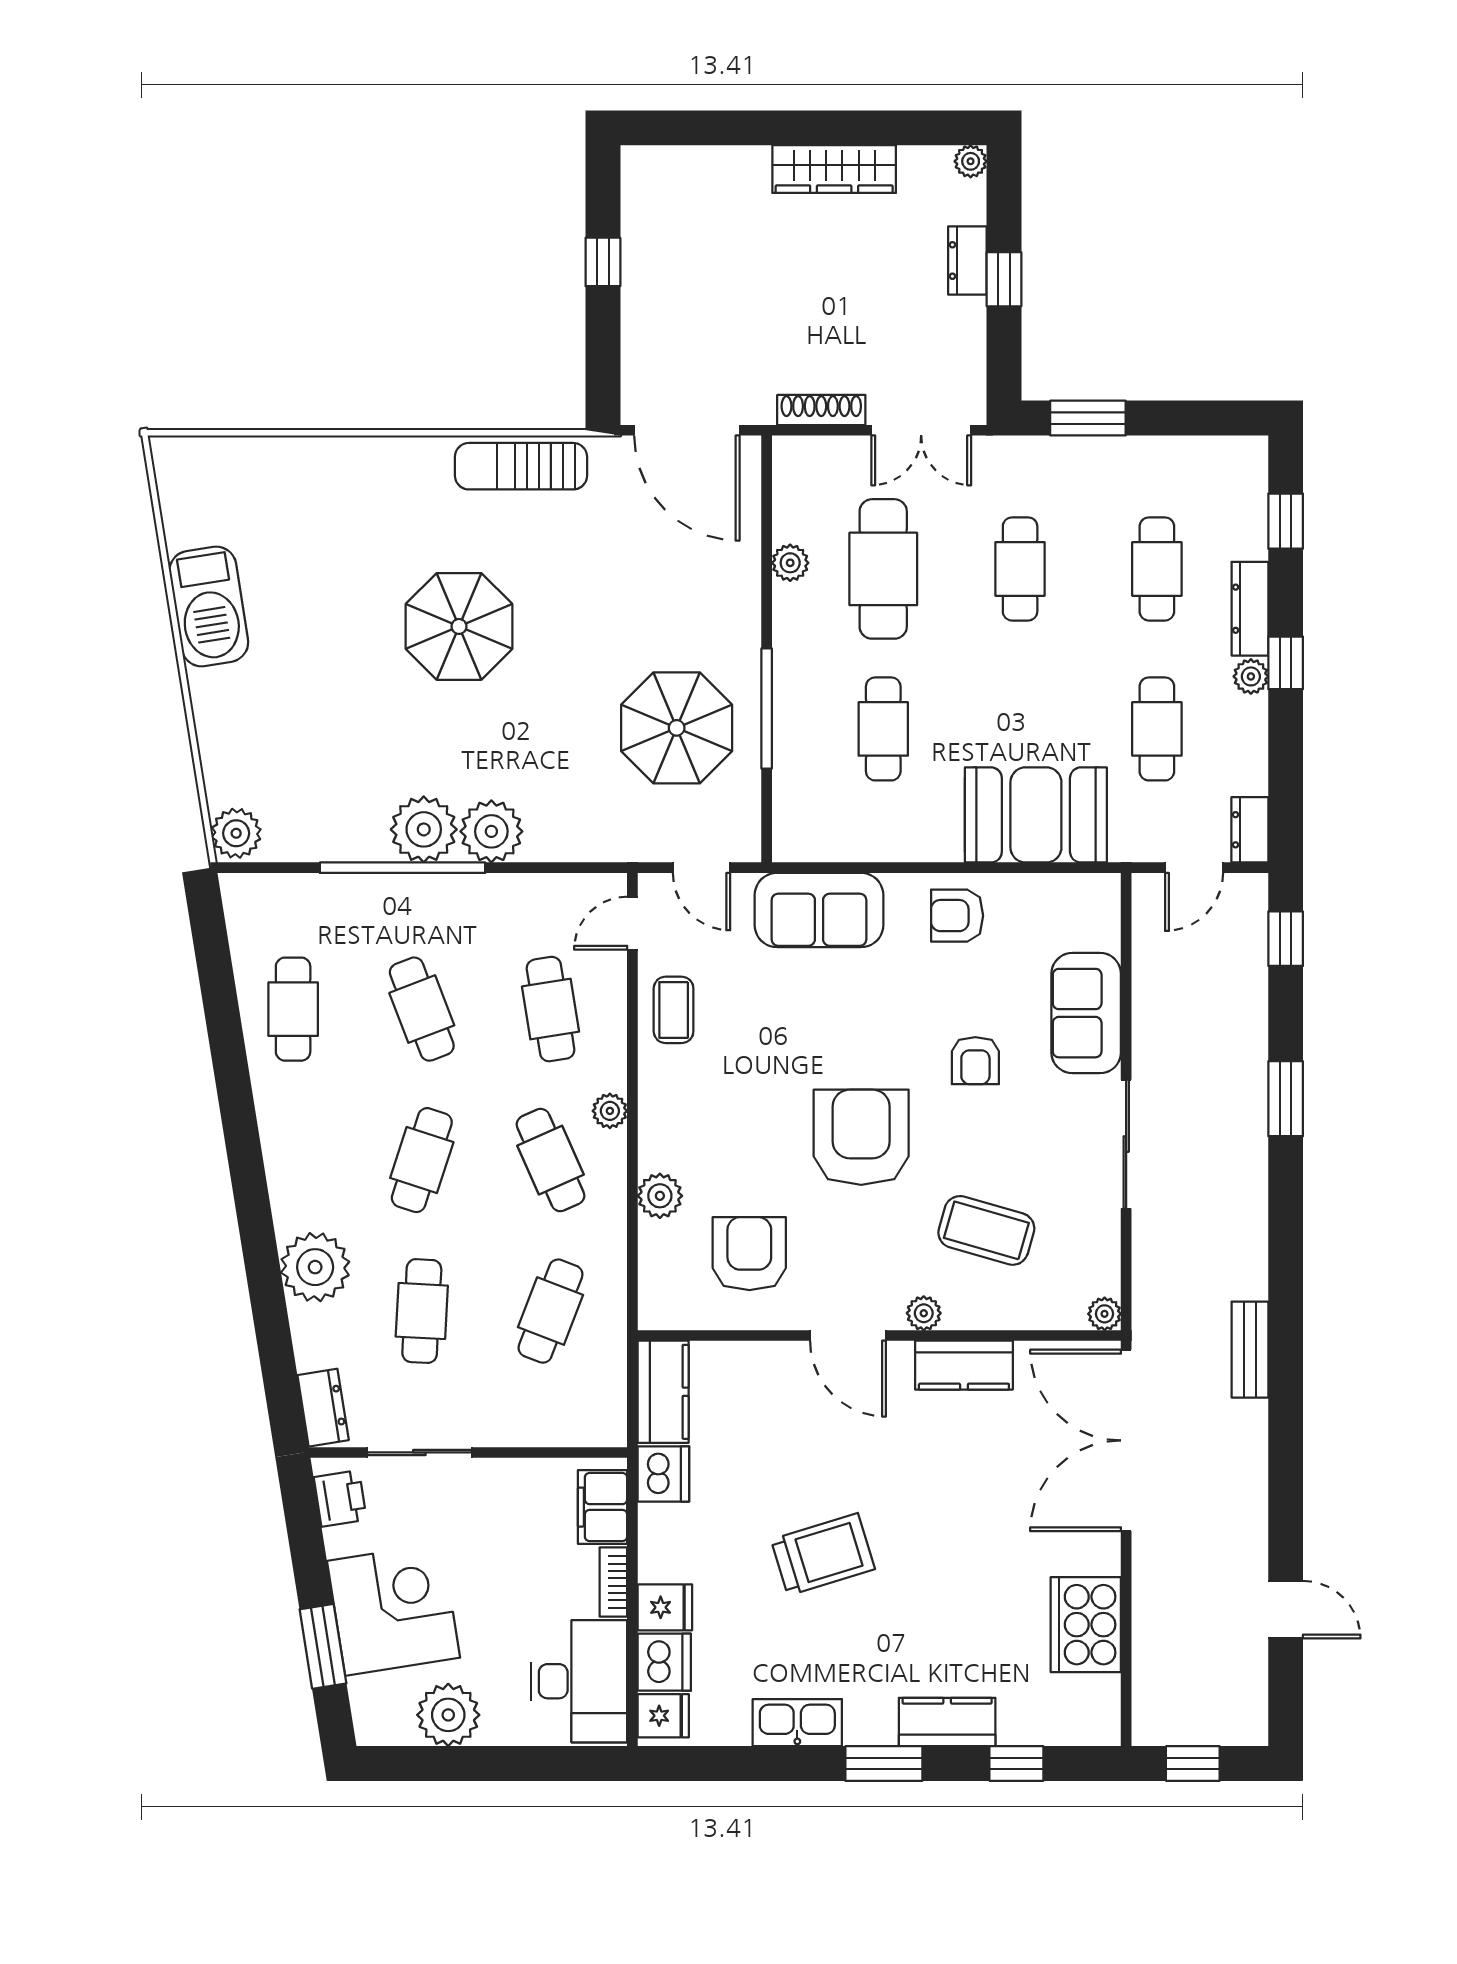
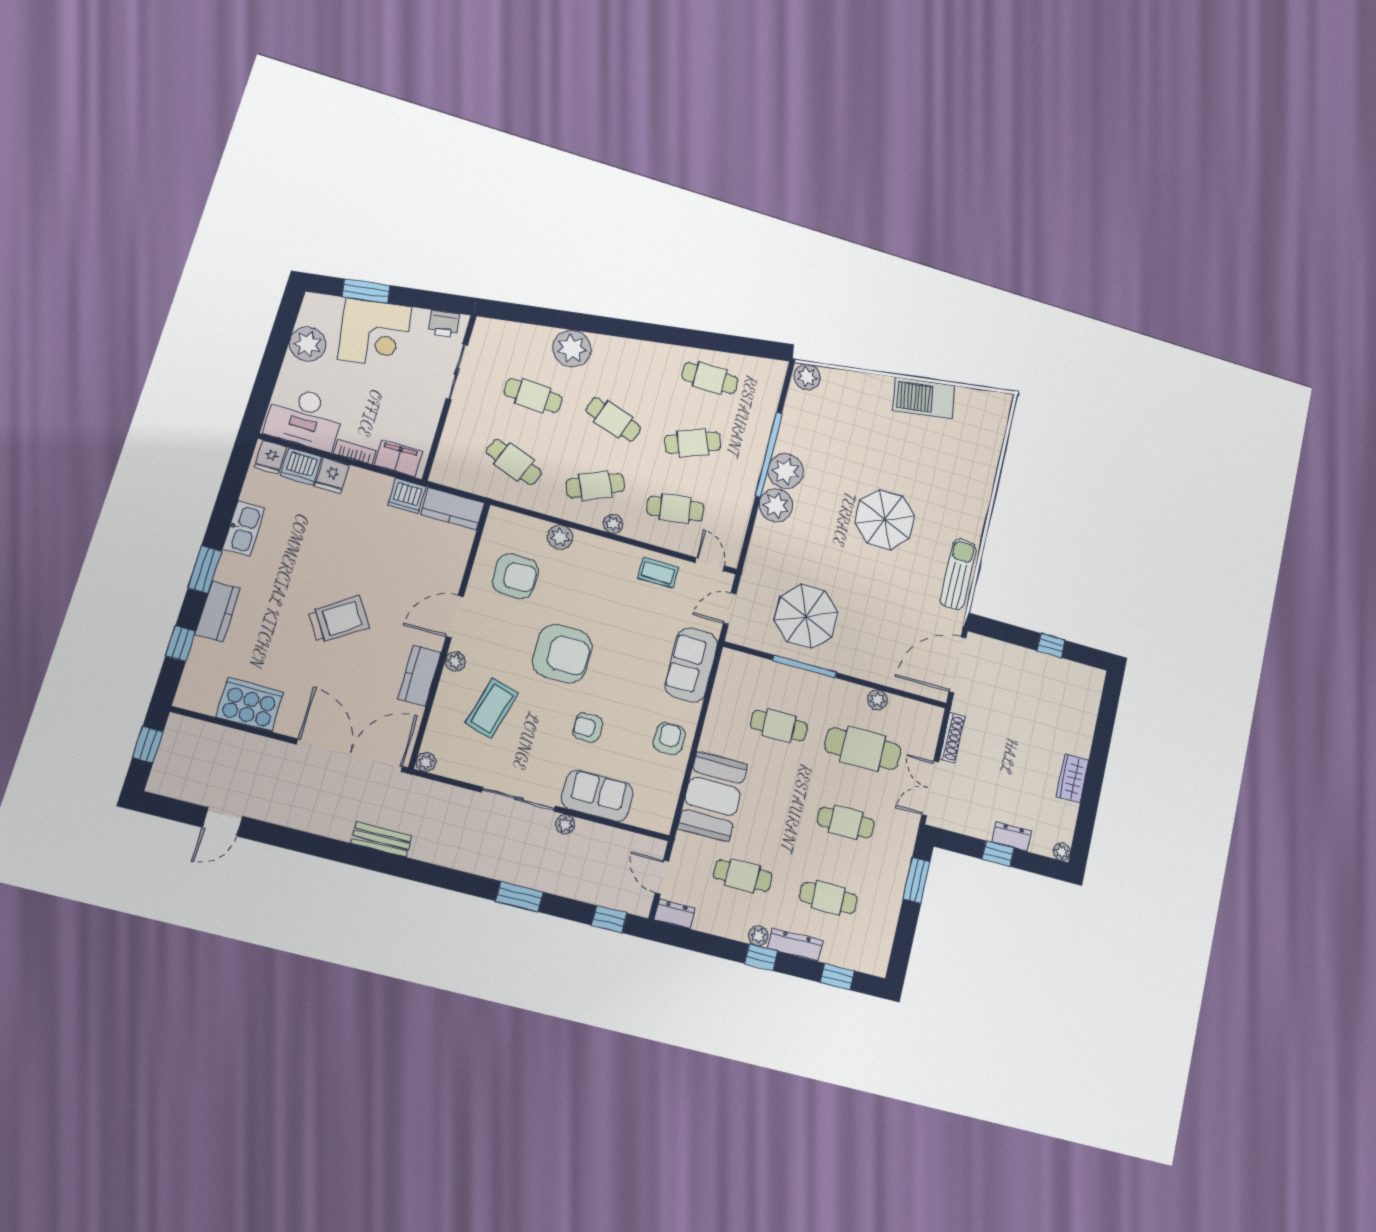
wardrobe: (834, 169) -> (1073, 778), width x0.67
plant: (1148, 1054) -> (565, 824), added
dresser: (323, 1408) -> (496, 330), removed
trolley: (823, 1554) -> (339, 619), moved, turned -106

